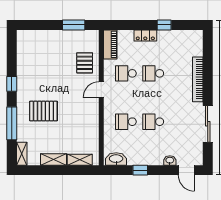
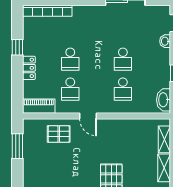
bookcase: (198, 79) -> (47, 11), moved

